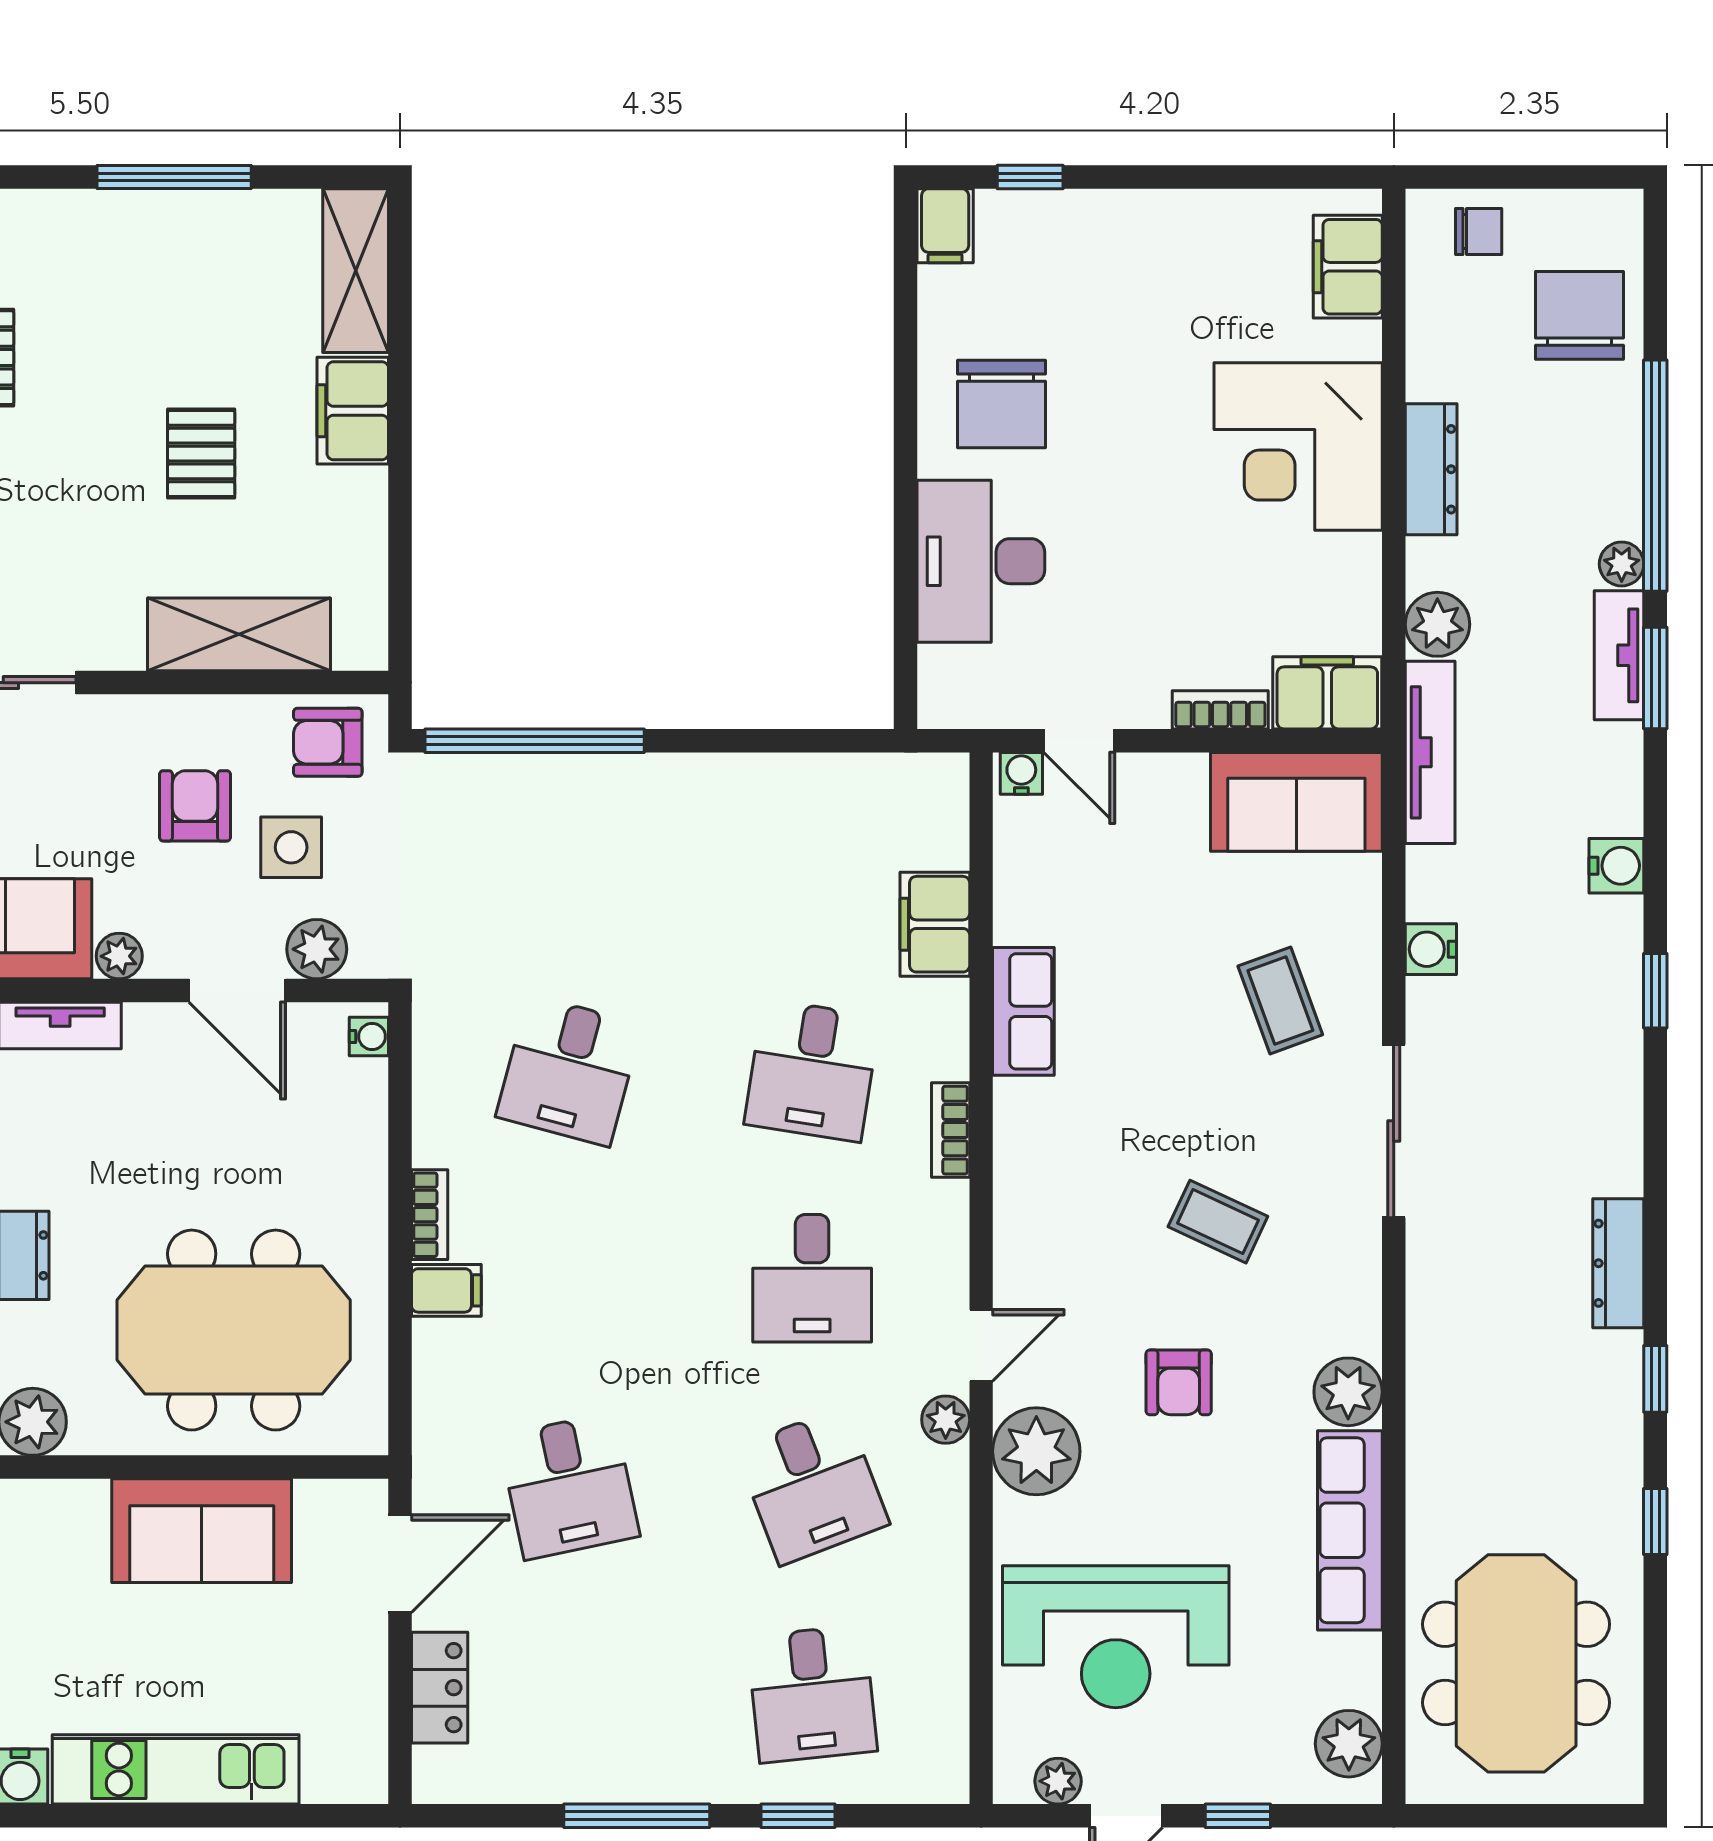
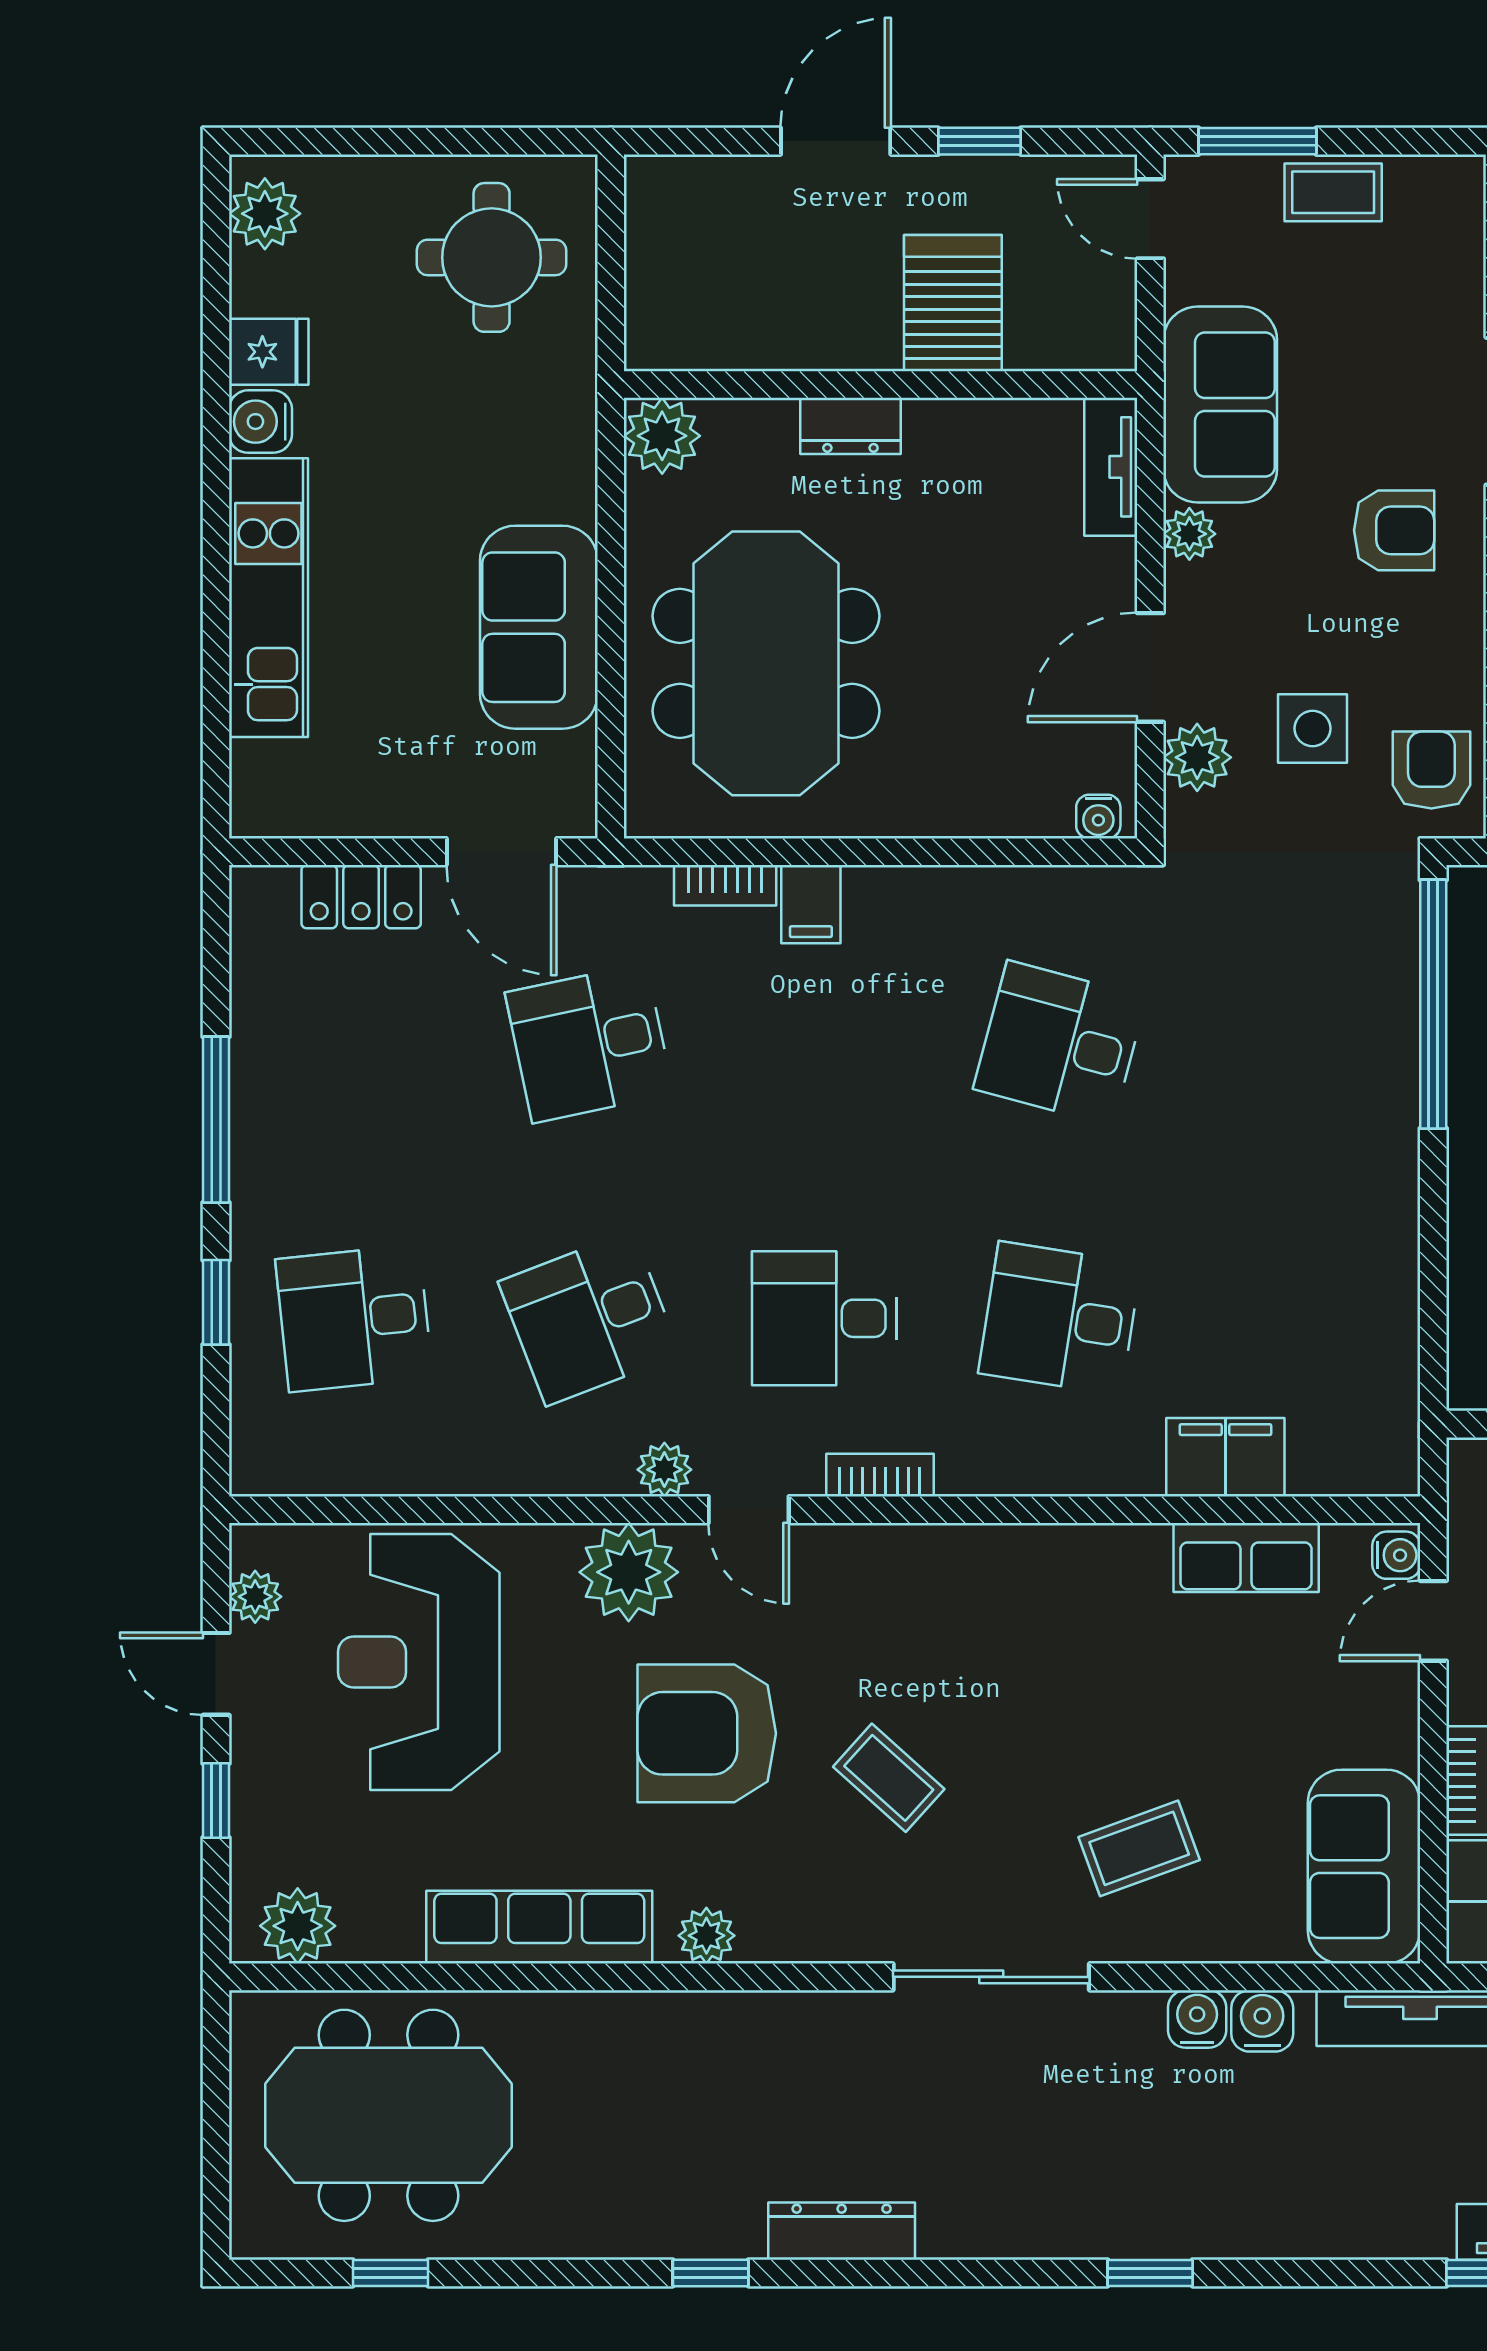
armchair: (195, 806) -> (1394, 530), moved
water cooler: (1616, 866) -> (1262, 2021), moved, turned 180
row of seats: (1023, 1011) -> (1246, 1558), moved
bookcase: (951, 1130) -> (880, 1475), moved
bookcase: (430, 1215) -> (725, 885), moved
coffee table: (1218, 1222) -> (889, 1778), turned -73
armchair: (1179, 1382) -> (707, 1733), width x1.88, depth x1.88
plant: (1348, 1392) -> (706, 1936), width x0.73, depth x0.73
window: (1655, 1521) -> (391, 2273), moved

